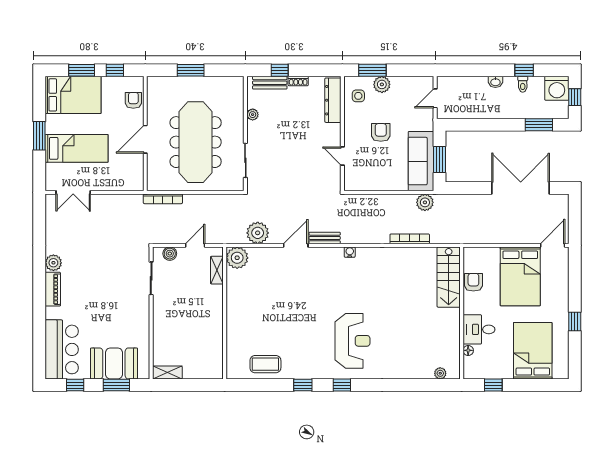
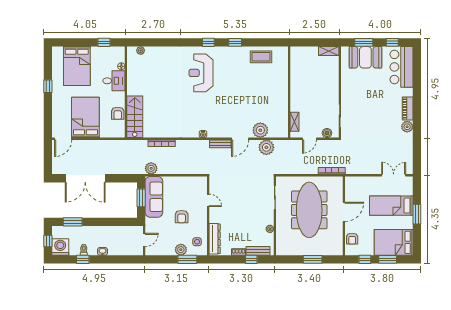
plant: (237, 258) -> (260, 130), moved

